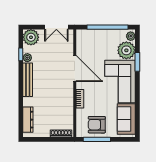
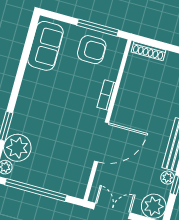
door: (75, 69) -> (102, 142), swing flipped
corner sofa: (120, 81) -> (40, 104), removed

